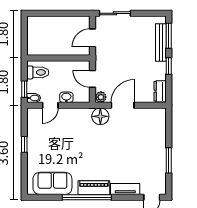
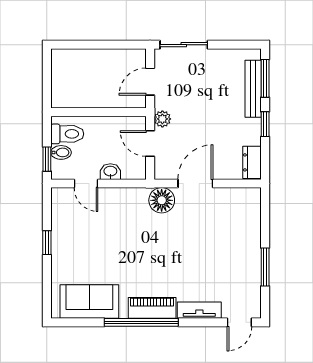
plant: (101, 97) -> (162, 119), moved
bidet: (34, 98) -> (61, 152), moved
door: (50, 105) -> (86, 184), hinge flipped

